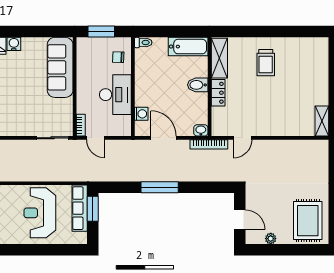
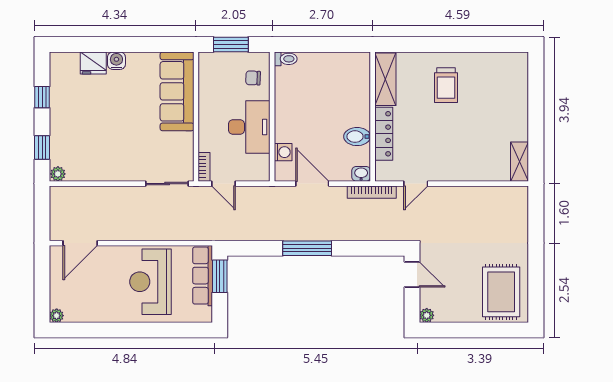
bathtub: (188, 47) -> (345, 64), removed
bidet: (198, 85) -> (357, 137), moved
locker: (218, 93) -> (384, 134), width x1.53
door: (240, 220) -> (412, 274), moved
plant: (271, 239) -> (427, 315), moved

